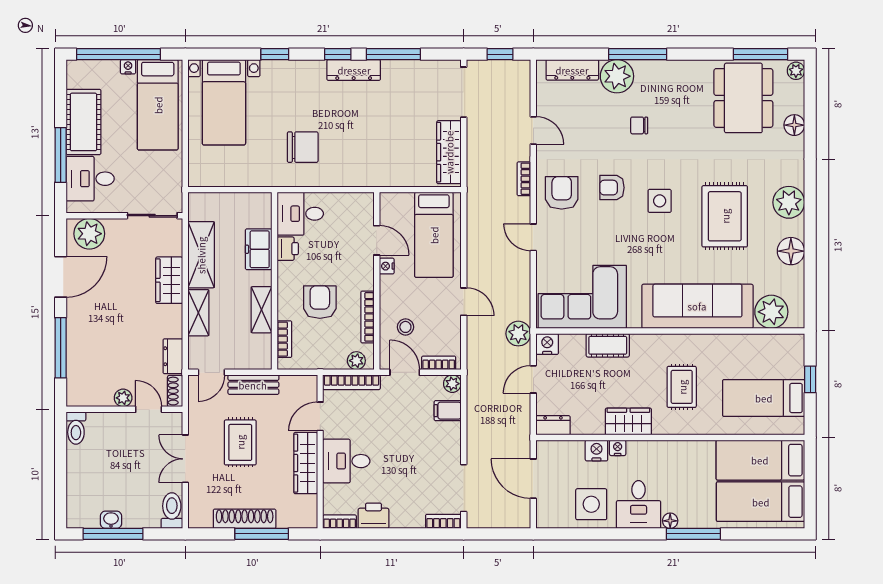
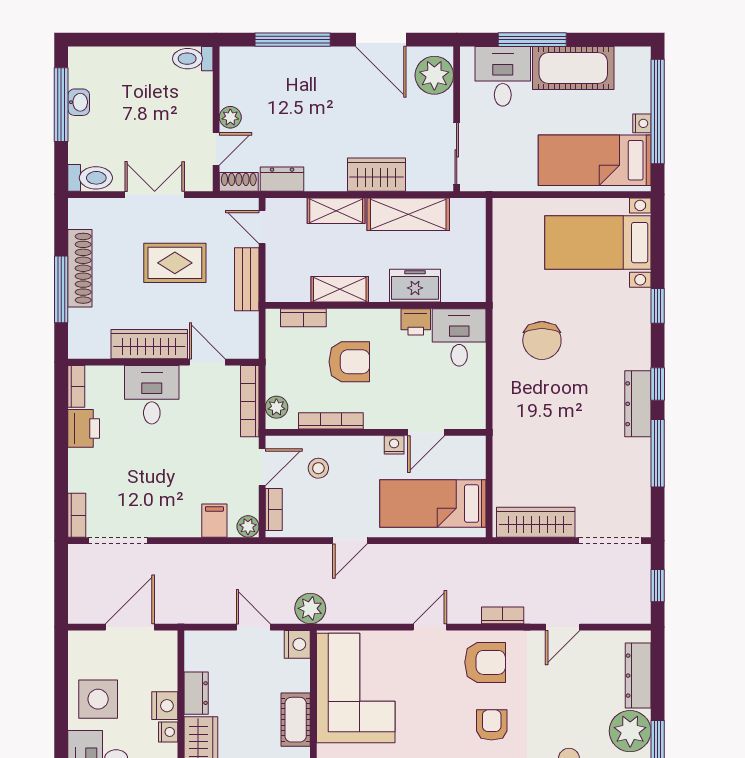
dresser: (553, 425) -> (196, 693), moved

